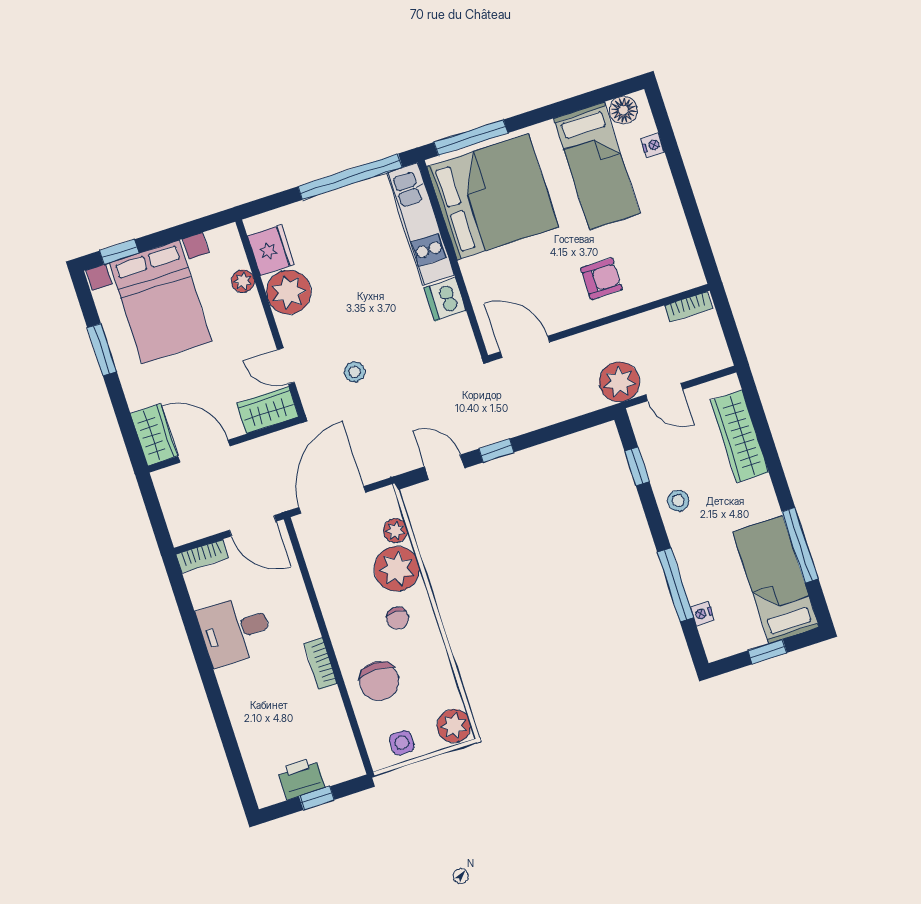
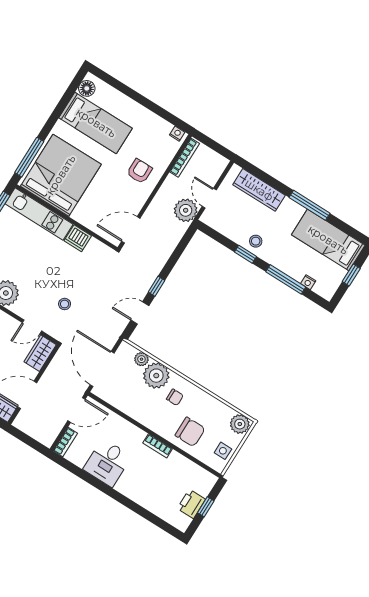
nightstand: (653, 145) -> (177, 134), moved
bookcase: (688, 307) -> (185, 158), width x1.56
door: (664, 392) -> (209, 198), swing flipped
window: (637, 466) -> (245, 254), moved
window: (800, 545) -> (309, 205), moved

